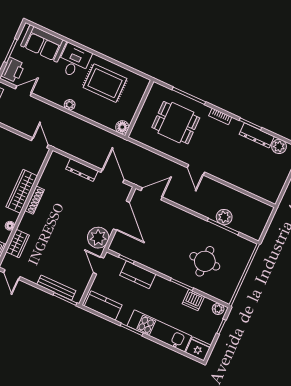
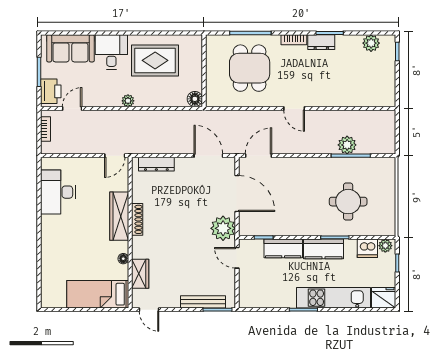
dining table: (176, 123) -> (250, 68), turned 90
dresser: (257, 135) -> (321, 42), moved, width x0.70
door: (40, 143) -> (115, 156), swing flipped
dresser: (82, 170) -> (156, 164), moved
dishwasher: (193, 300) -> (367, 248), moved
kitchen counter: (103, 306) -> (323, 249), moved, turned 180

